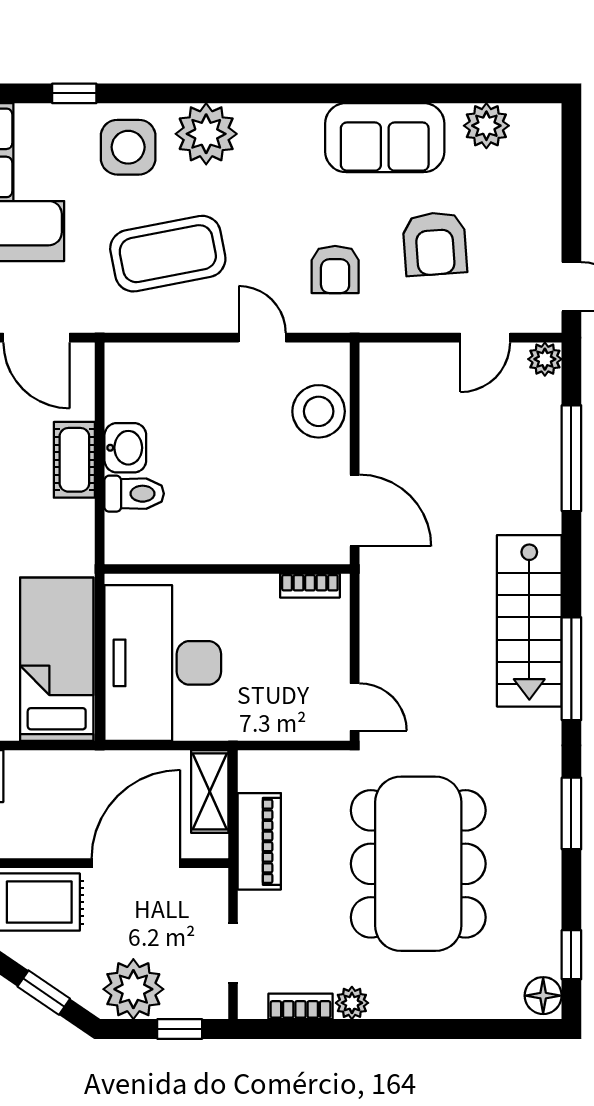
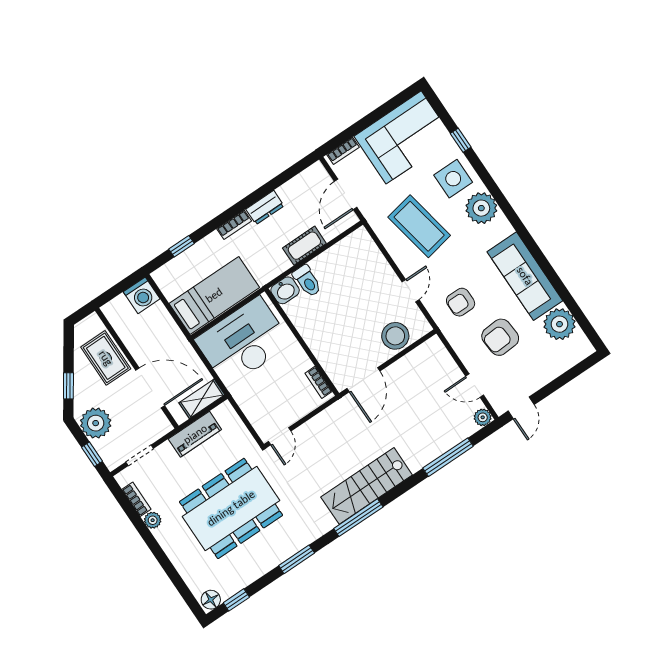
plant: (486, 126) -> (559, 324), width x1.36, depth x1.36
sofa: (385, 138) -> (525, 276), width x1.36
washbasin: (125, 448) -> (285, 290), moved

